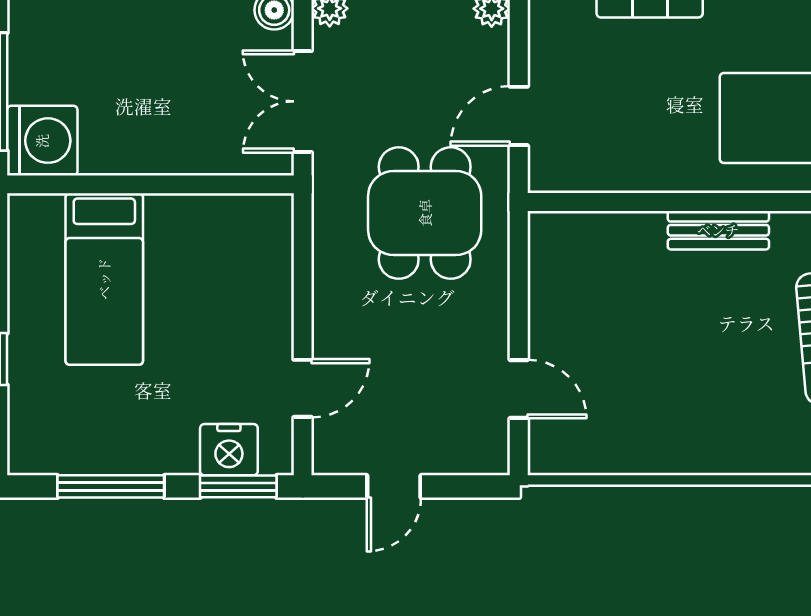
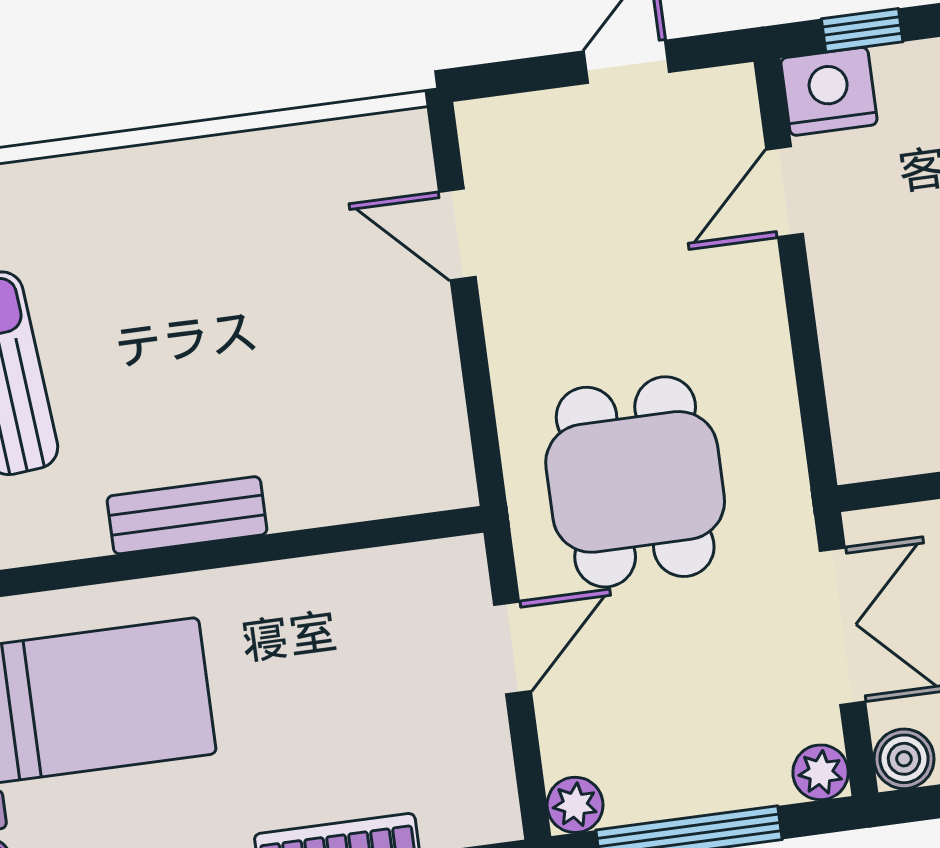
nightstand: (229, 450) -> (829, 91), moved
window: (238, 486) -> (862, 30), width x0.67

